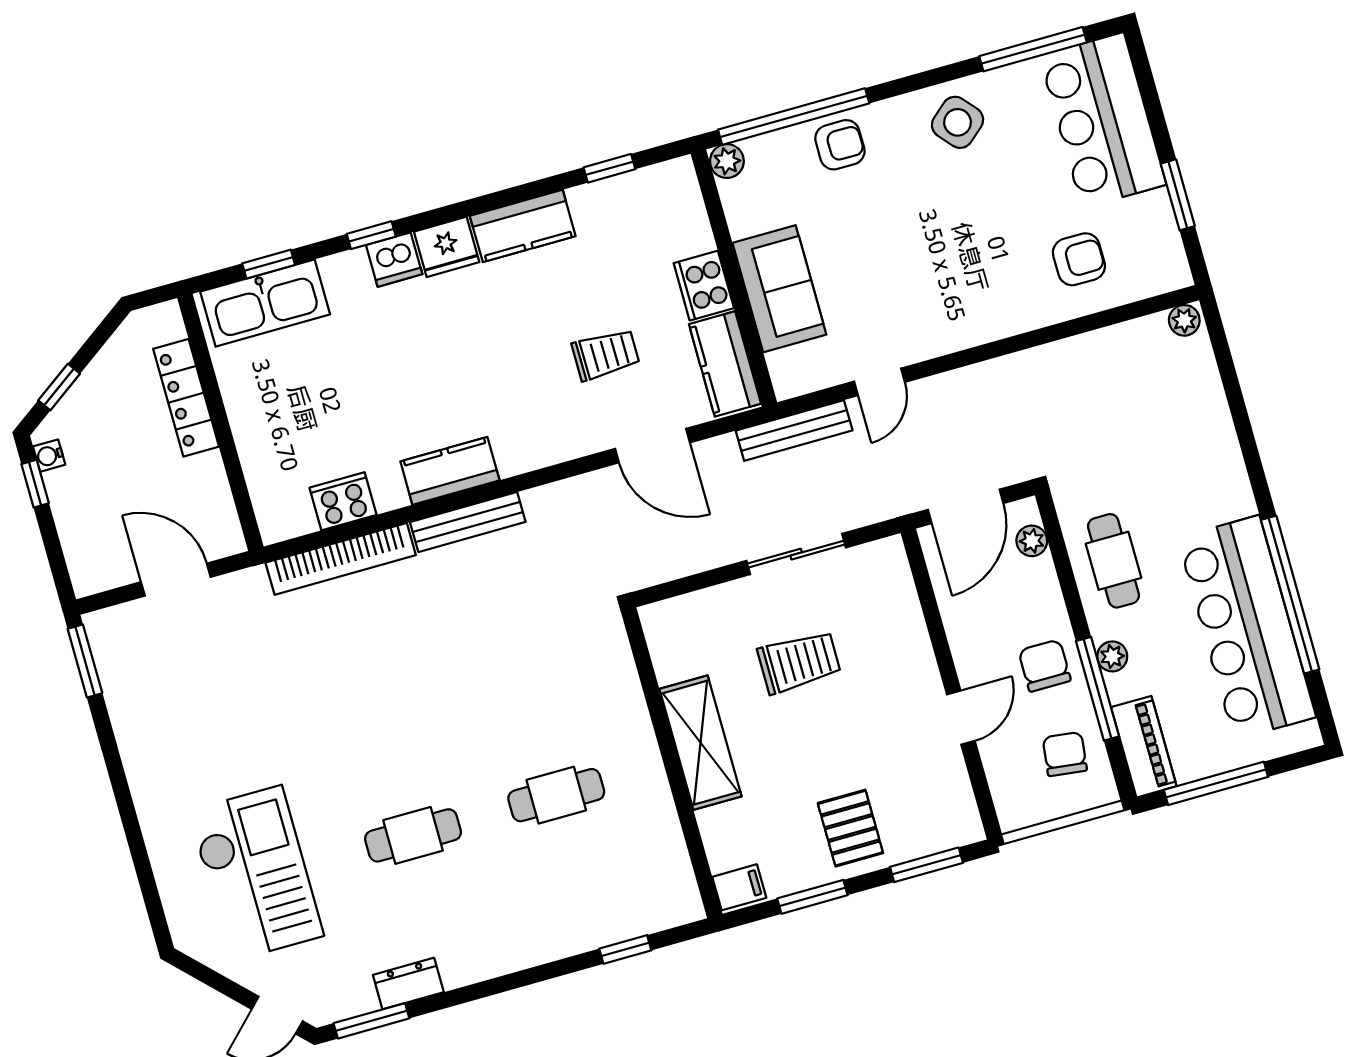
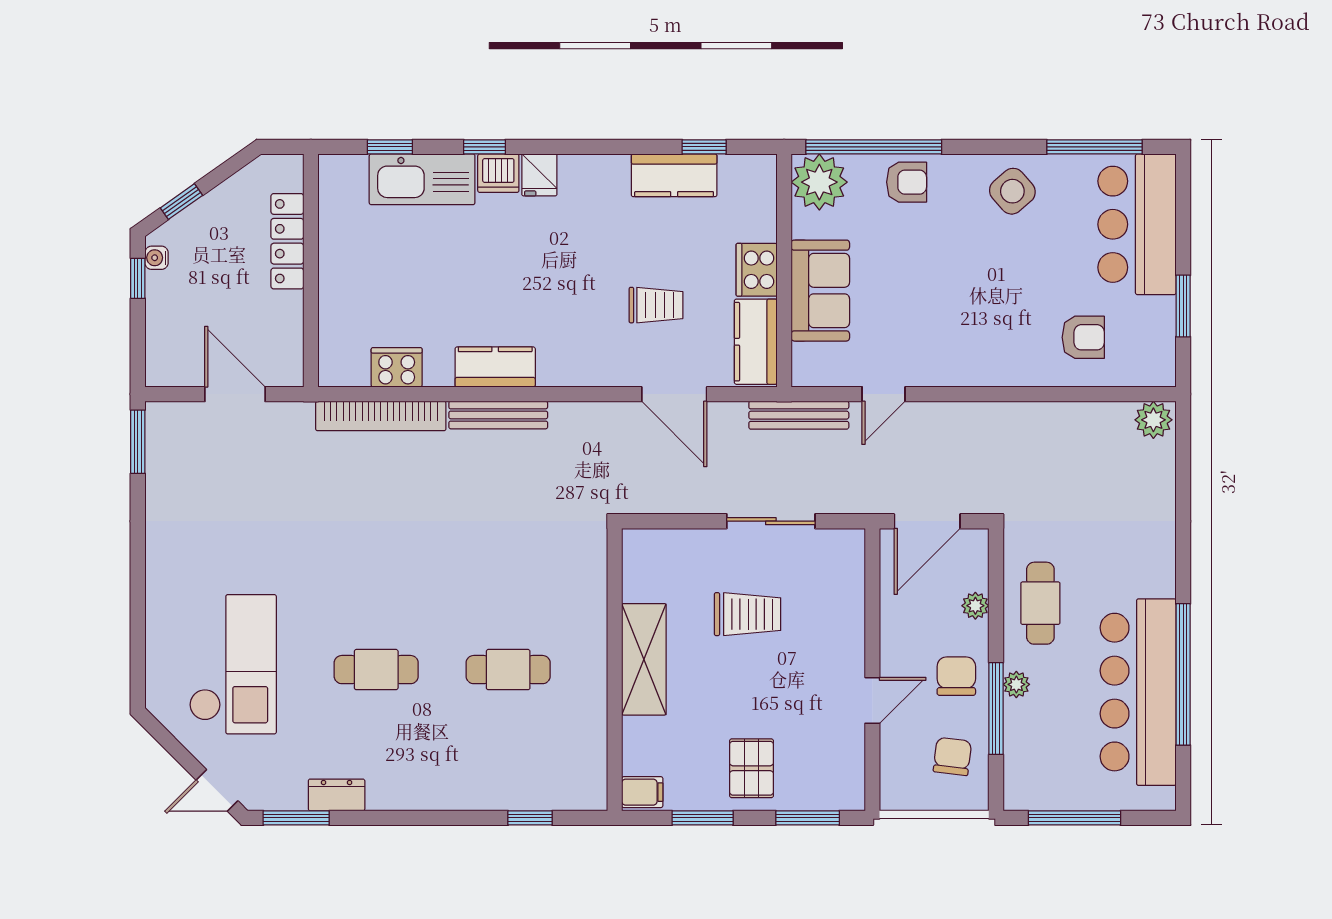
plant: (727, 161) -> (819, 182), width x1.87, depth x1.87
kitchen counter: (523, 226) -> (674, 175), moved
fridge: (447, 247) -> (539, 175), width x0.72
kitchen sink: (265, 303) -> (422, 179), moved
plant: (1184, 320) -> (1153, 420), width x1.38, depth x1.38
plant: (1032, 541) -> (975, 606), moved
piano: (1144, 747) -> (1022, 769), removed

